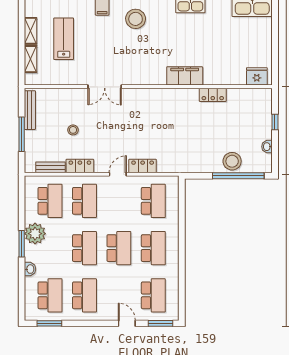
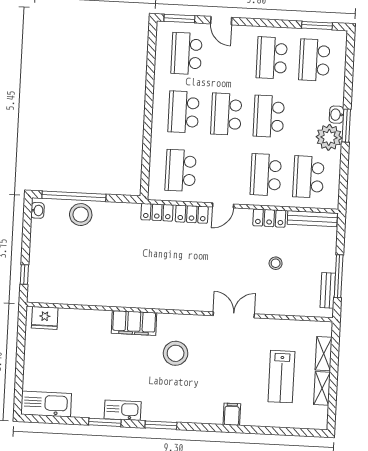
stool: (136, 19) -> (176, 353), moved
locker: (213, 95) -> (157, 212), moved, turned 180
bench: (30, 110) -> (328, 290), width x0.73
window: (275, 122) -> (24, 275), moved
window: (22, 134) -> (339, 276), moved
washbasin: (267, 147) -> (38, 210), moved
bench: (50, 167) -> (312, 219), width x1.36
washbasin: (30, 269) -> (336, 115), moved

